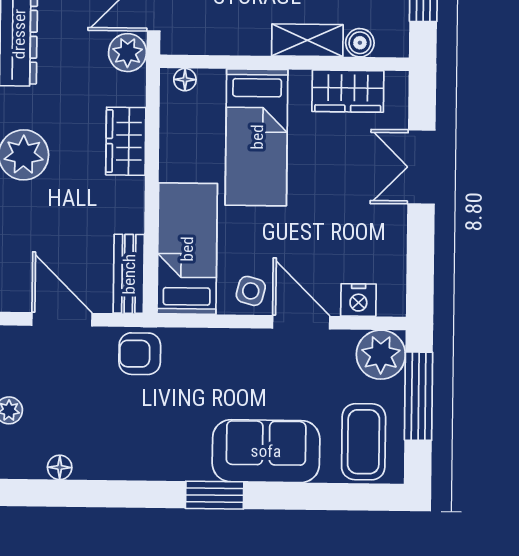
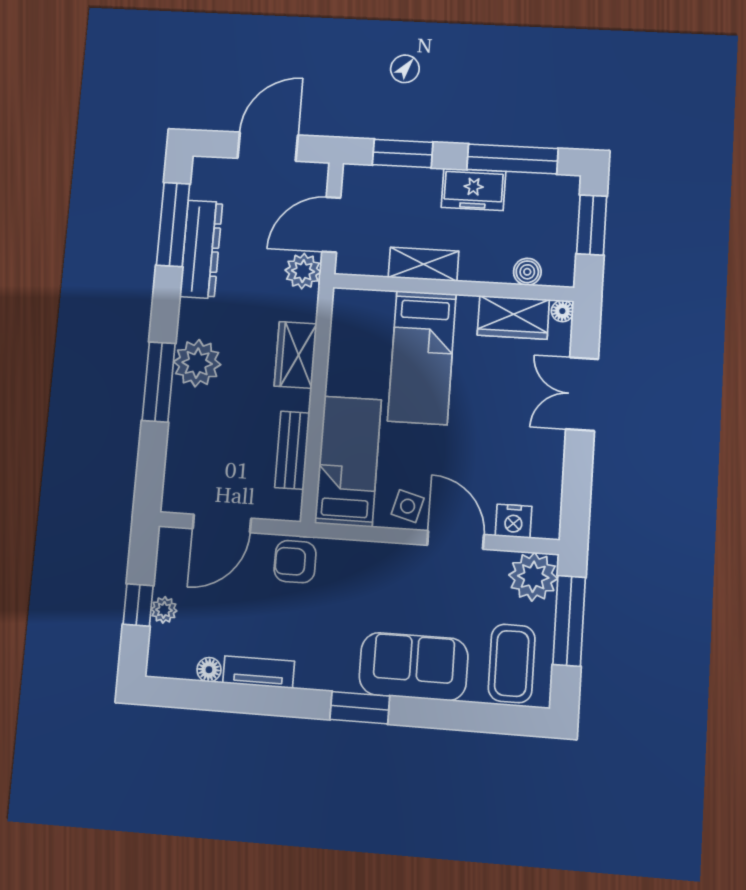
shelving: (307, 40) -> (424, 264), moved
floor lamp: (185, 80) -> (562, 311), moved
bench: (129, 274) -> (292, 450), moved
door: (62, 319) -> (222, 523), swing flipped
tv unit: (110, 467) -> (259, 672), added

